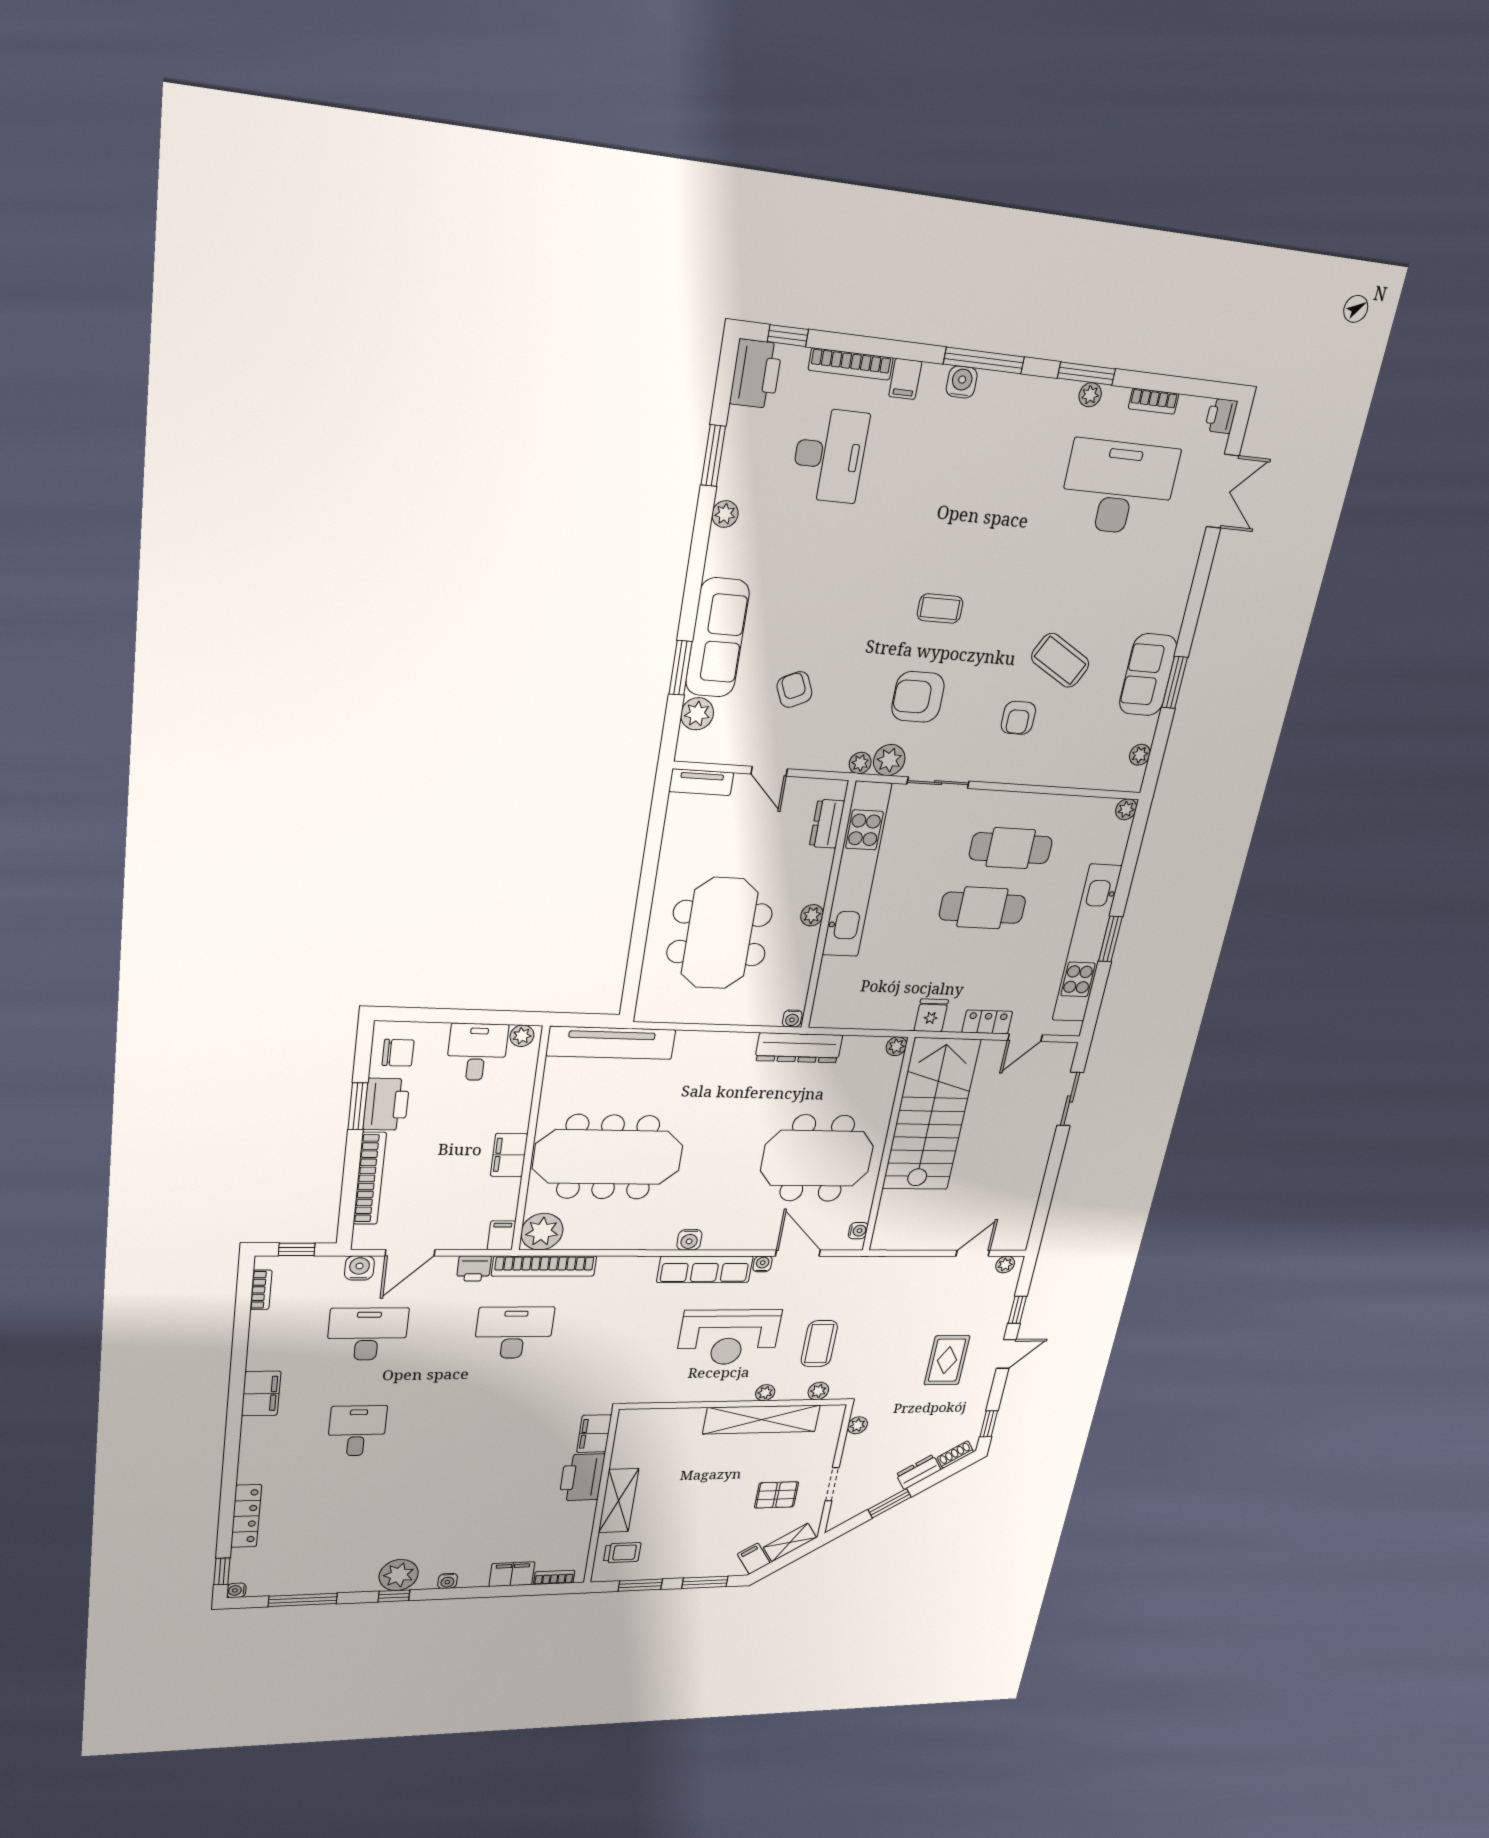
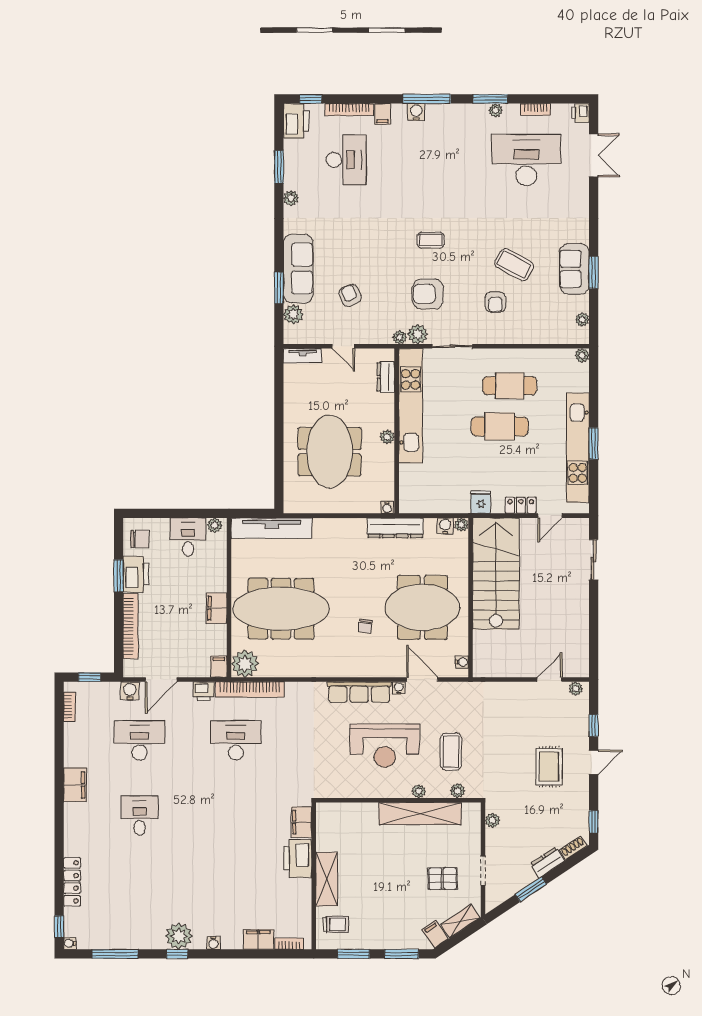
chair: (729, 1182) -> (365, 626), added
water cooler: (689, 1240) -> (445, 526), moved, turned 180

